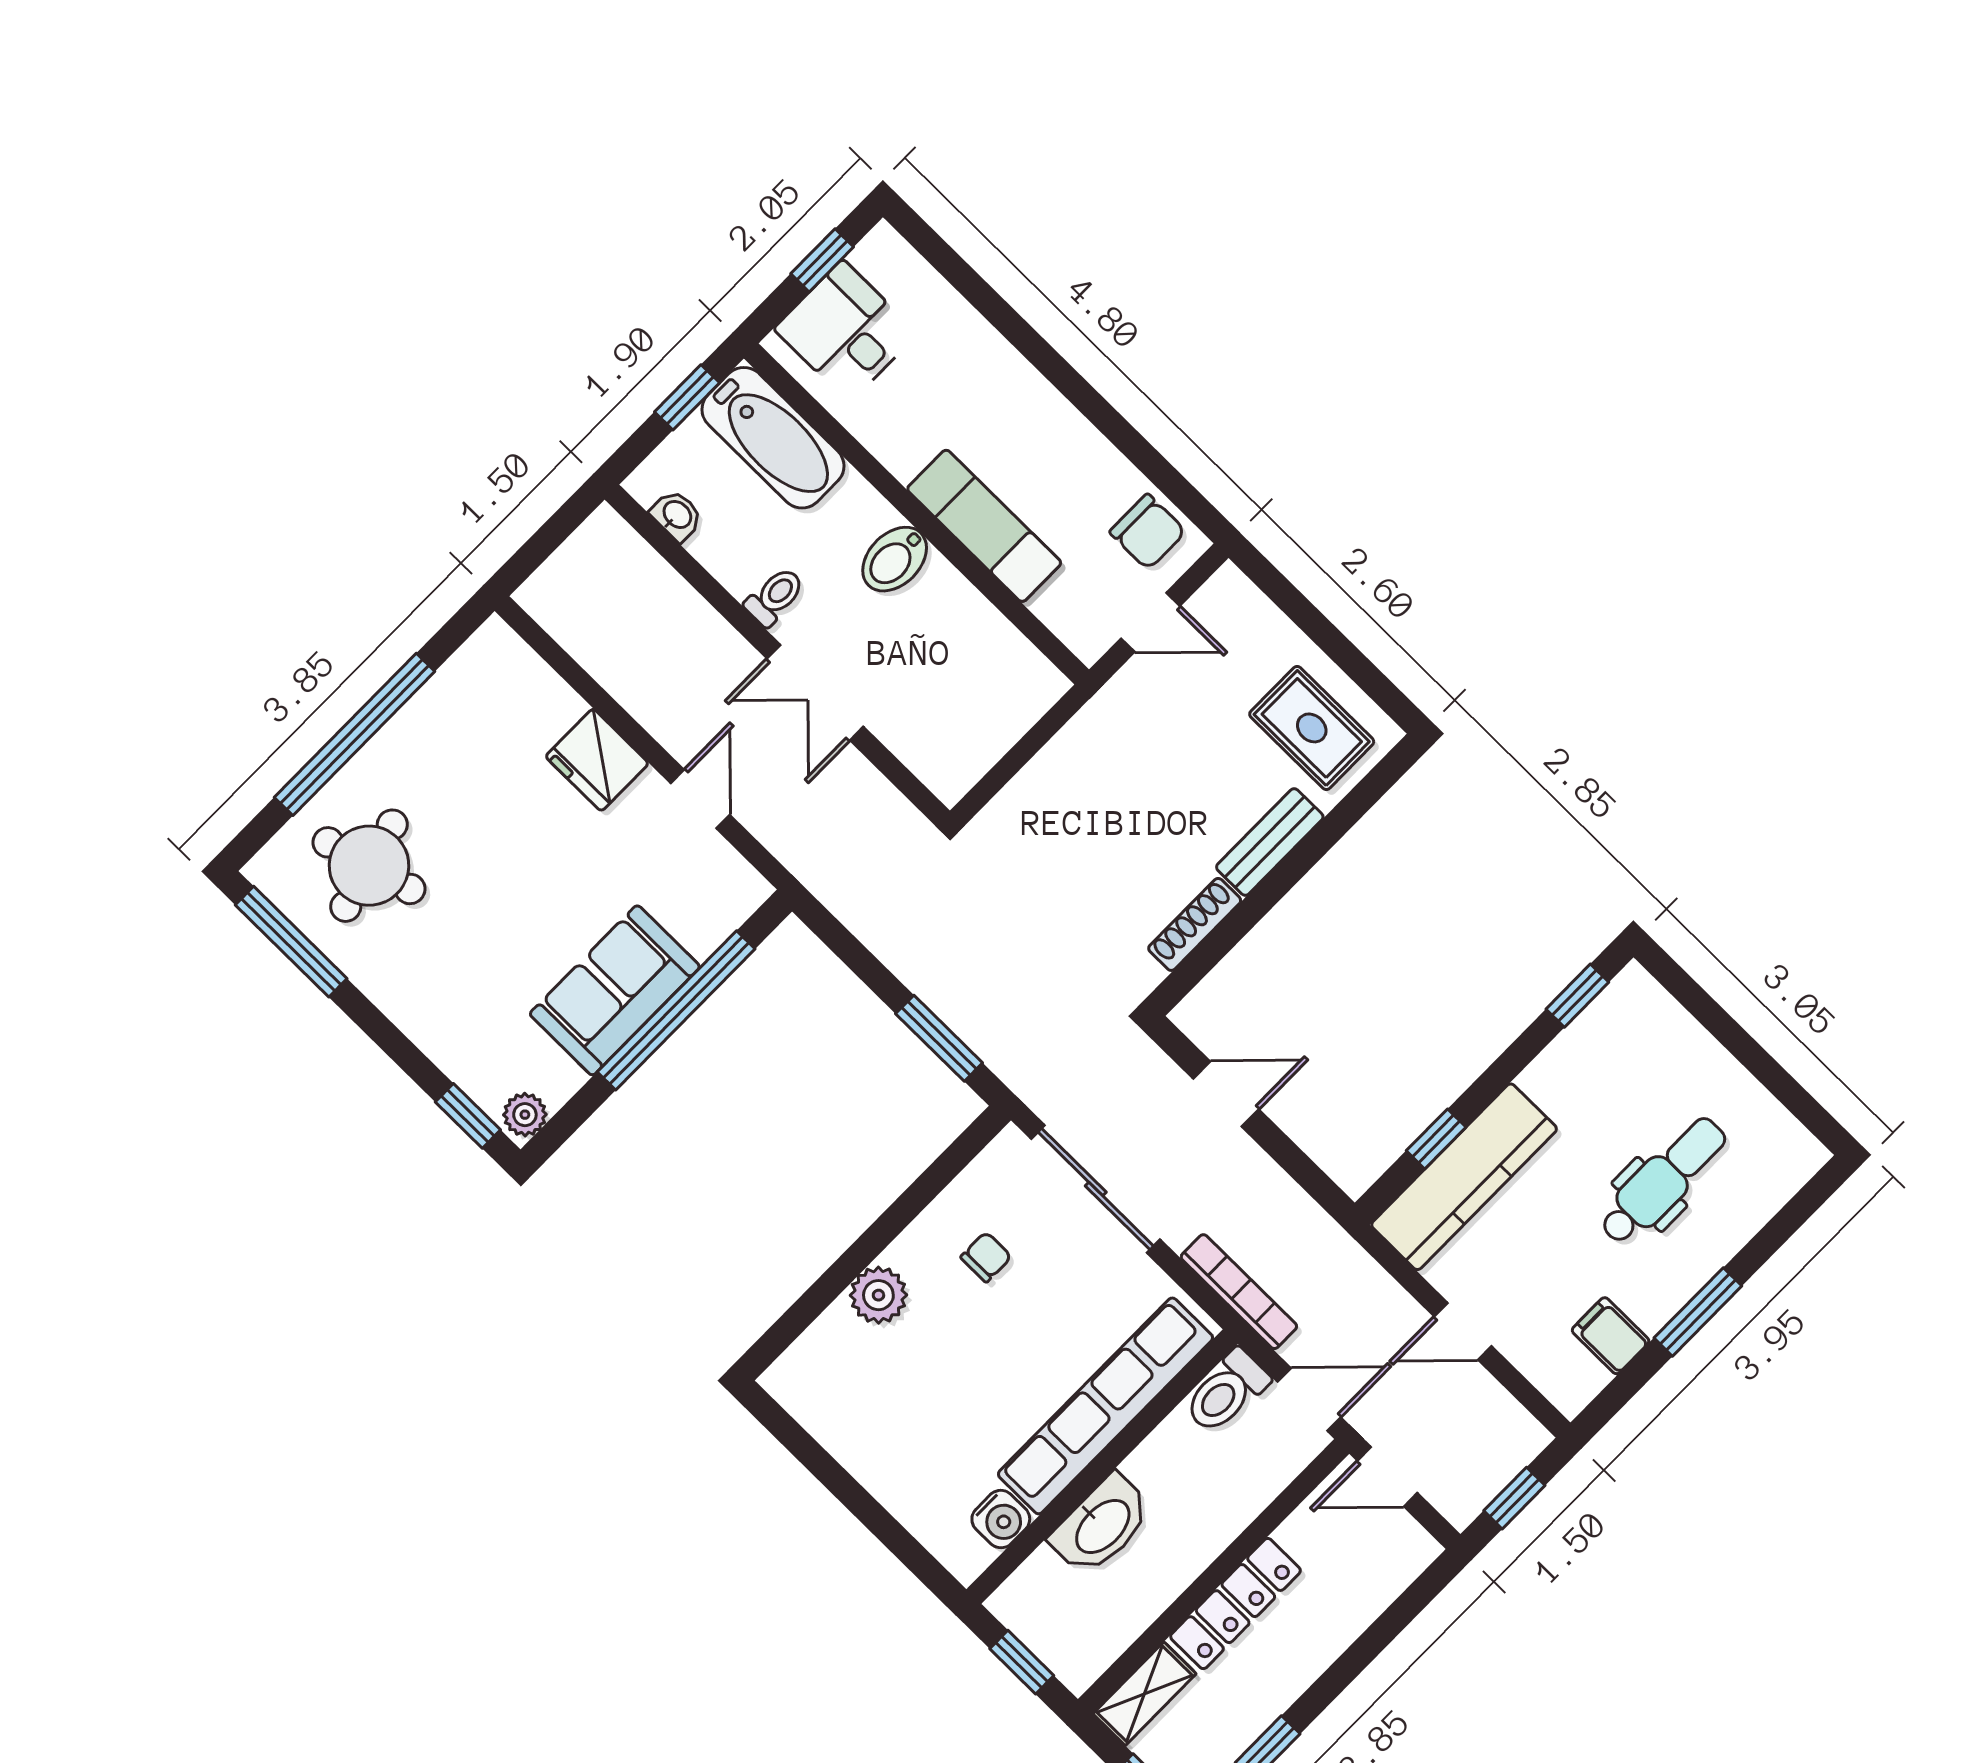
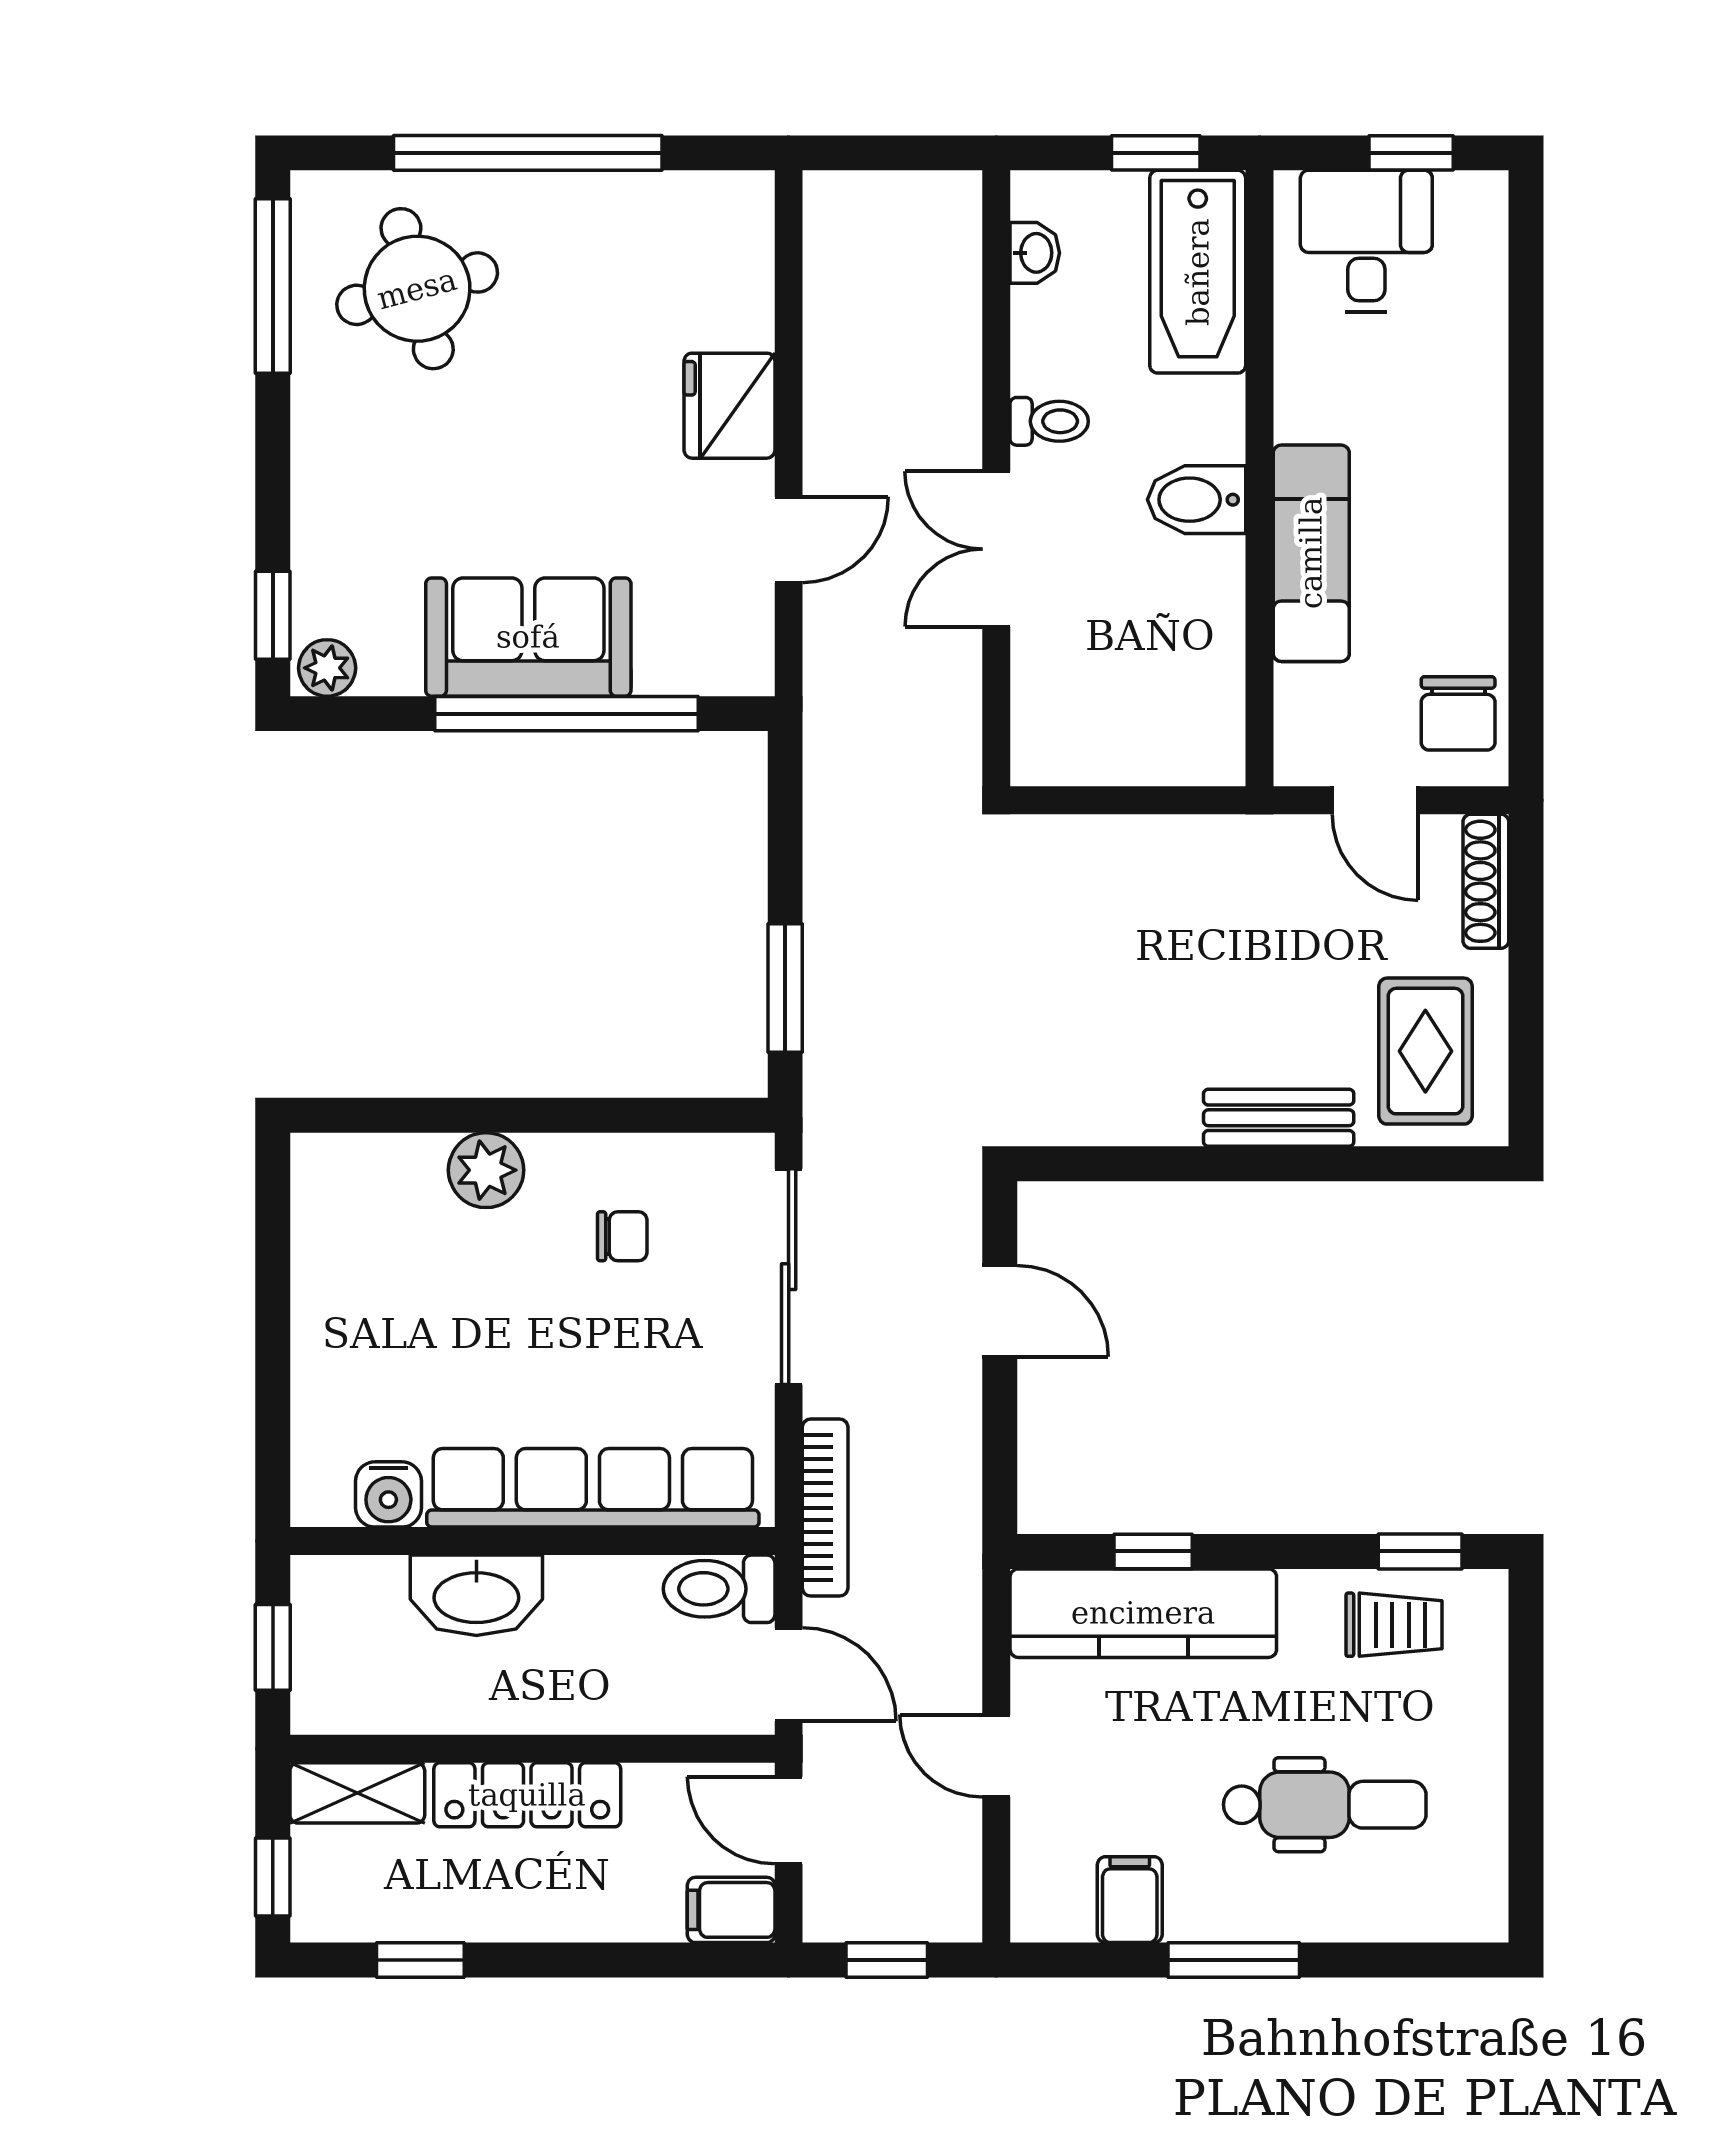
shoe rack: (1195, 924) -> (1486, 881), moved, turned -90
trolley: (1603, 1048) -> (1394, 1625), added
filing cabinet: (1405, 1555) -> (731, 1910), added

